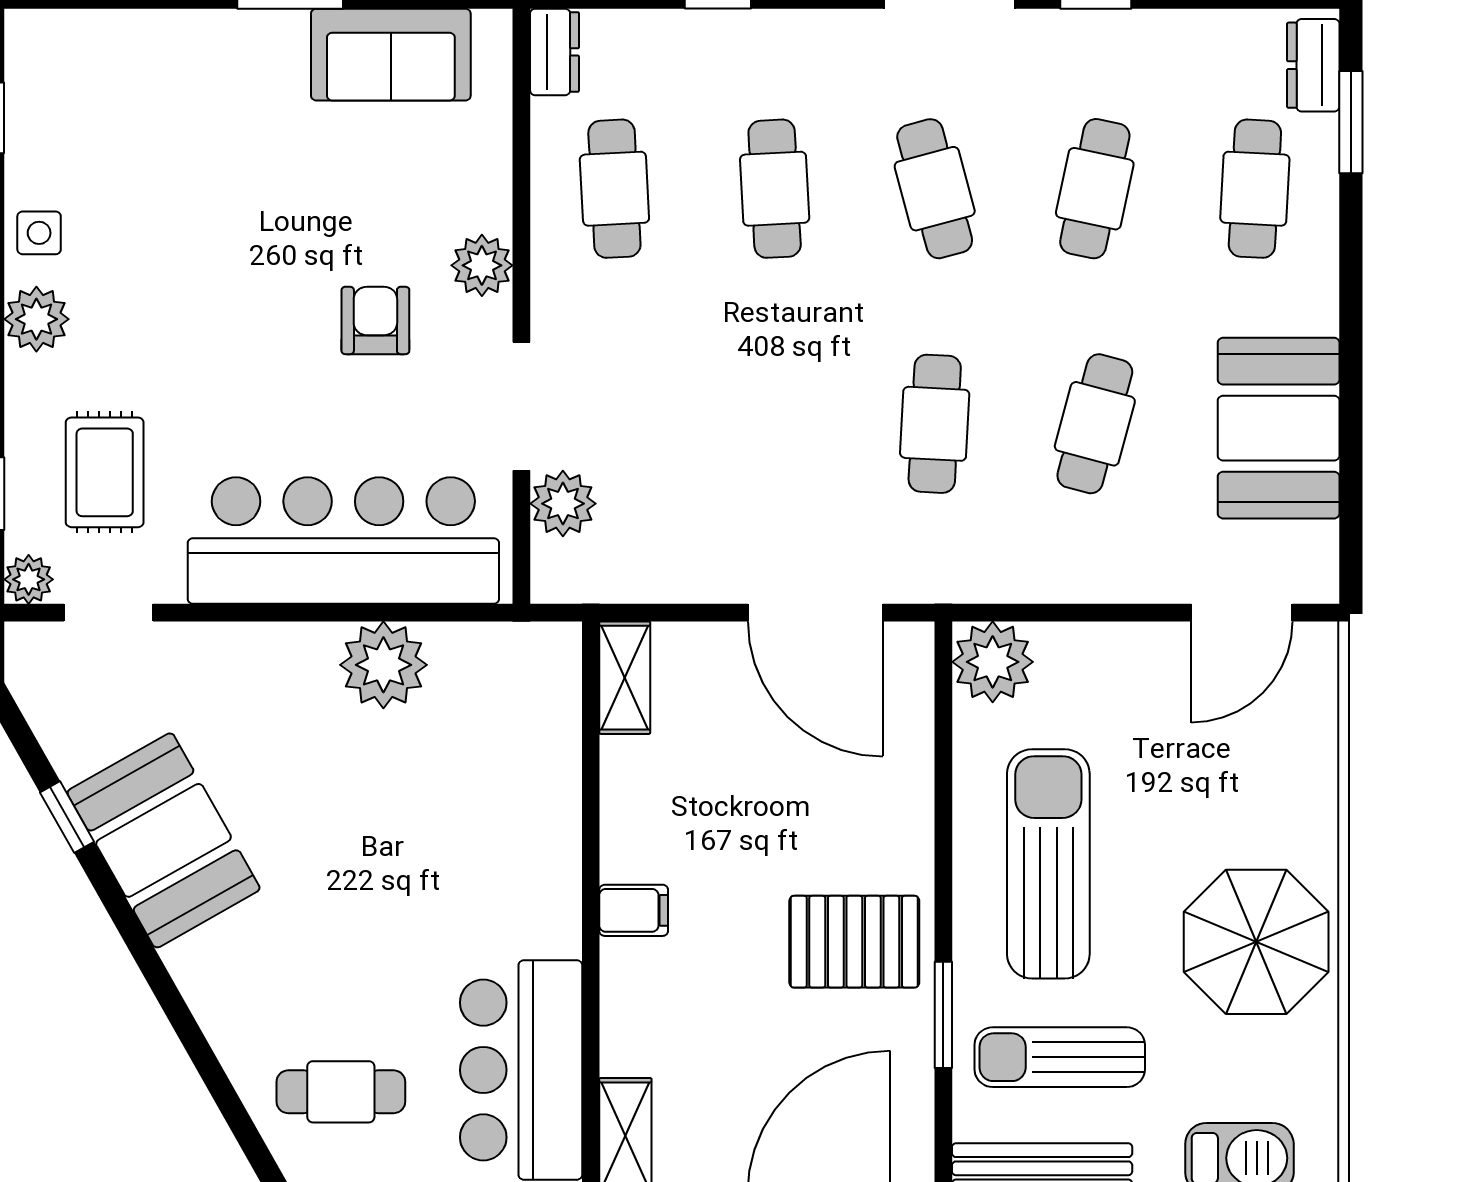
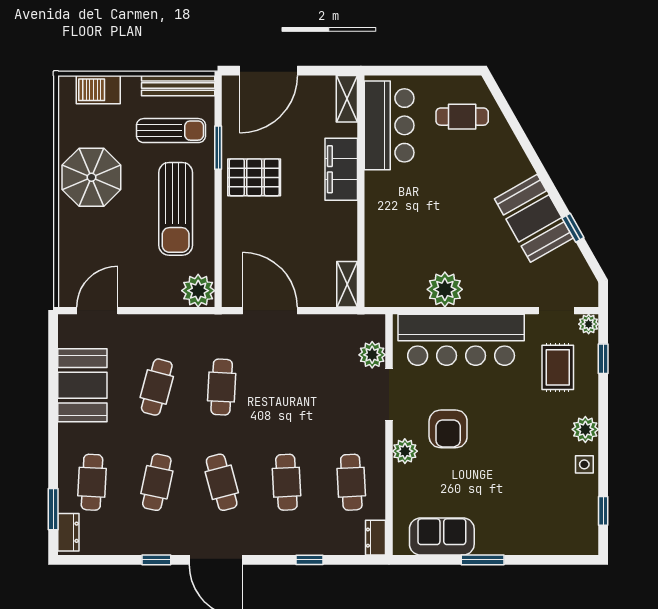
armchair: (375, 320) -> (448, 429), width x1.38, depth x1.38
filing cabinet: (634, 910) -> (341, 169), width x3.00, depth x1.17

